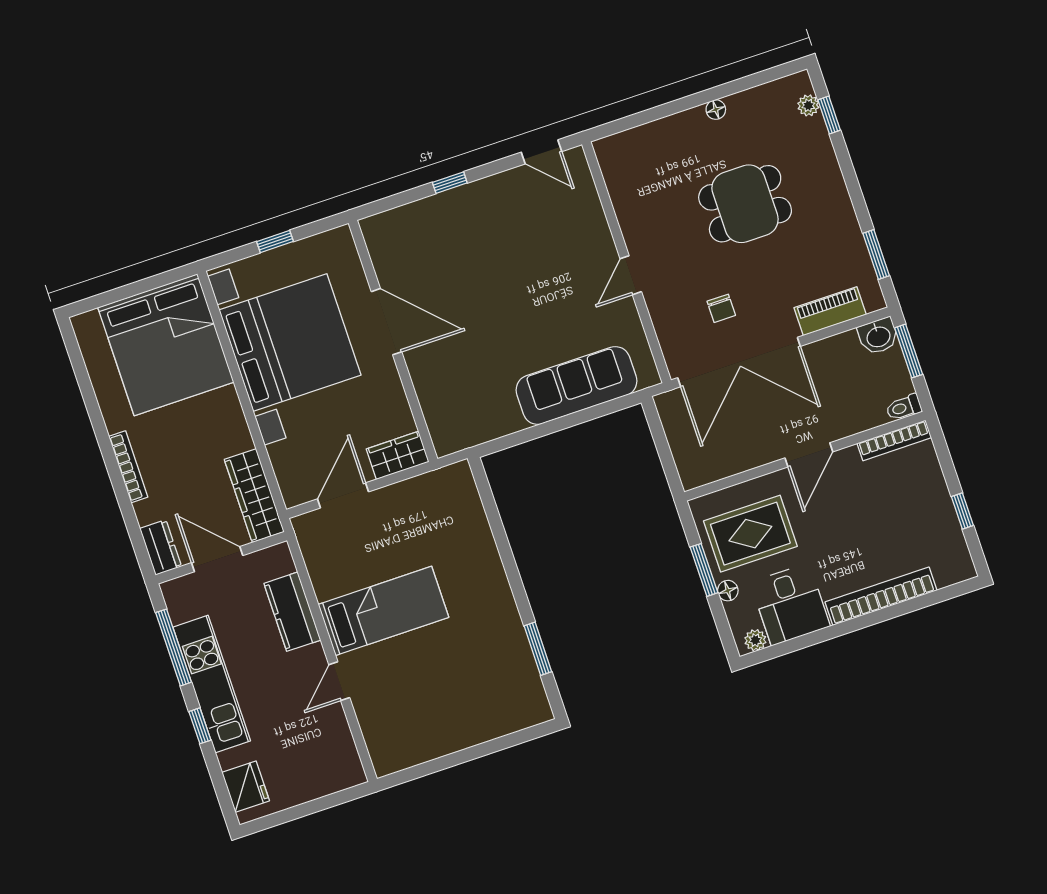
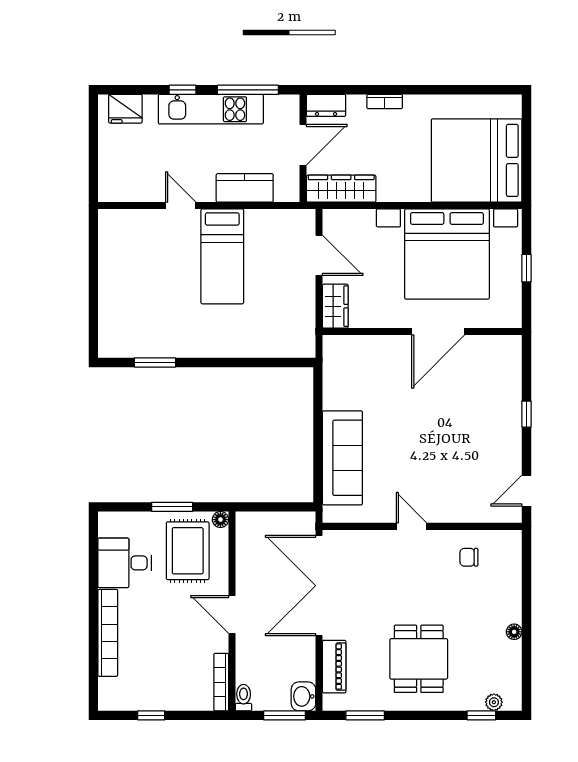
dining table: (745, 204) -> (419, 659), moved
chair: (721, 308) -> (469, 557), moved
bookcase: (128, 467) -> (385, 101), width x0.64
floor lamp: (728, 591) -> (220, 520), moved
plant: (755, 640) -> (107, 528), removed

